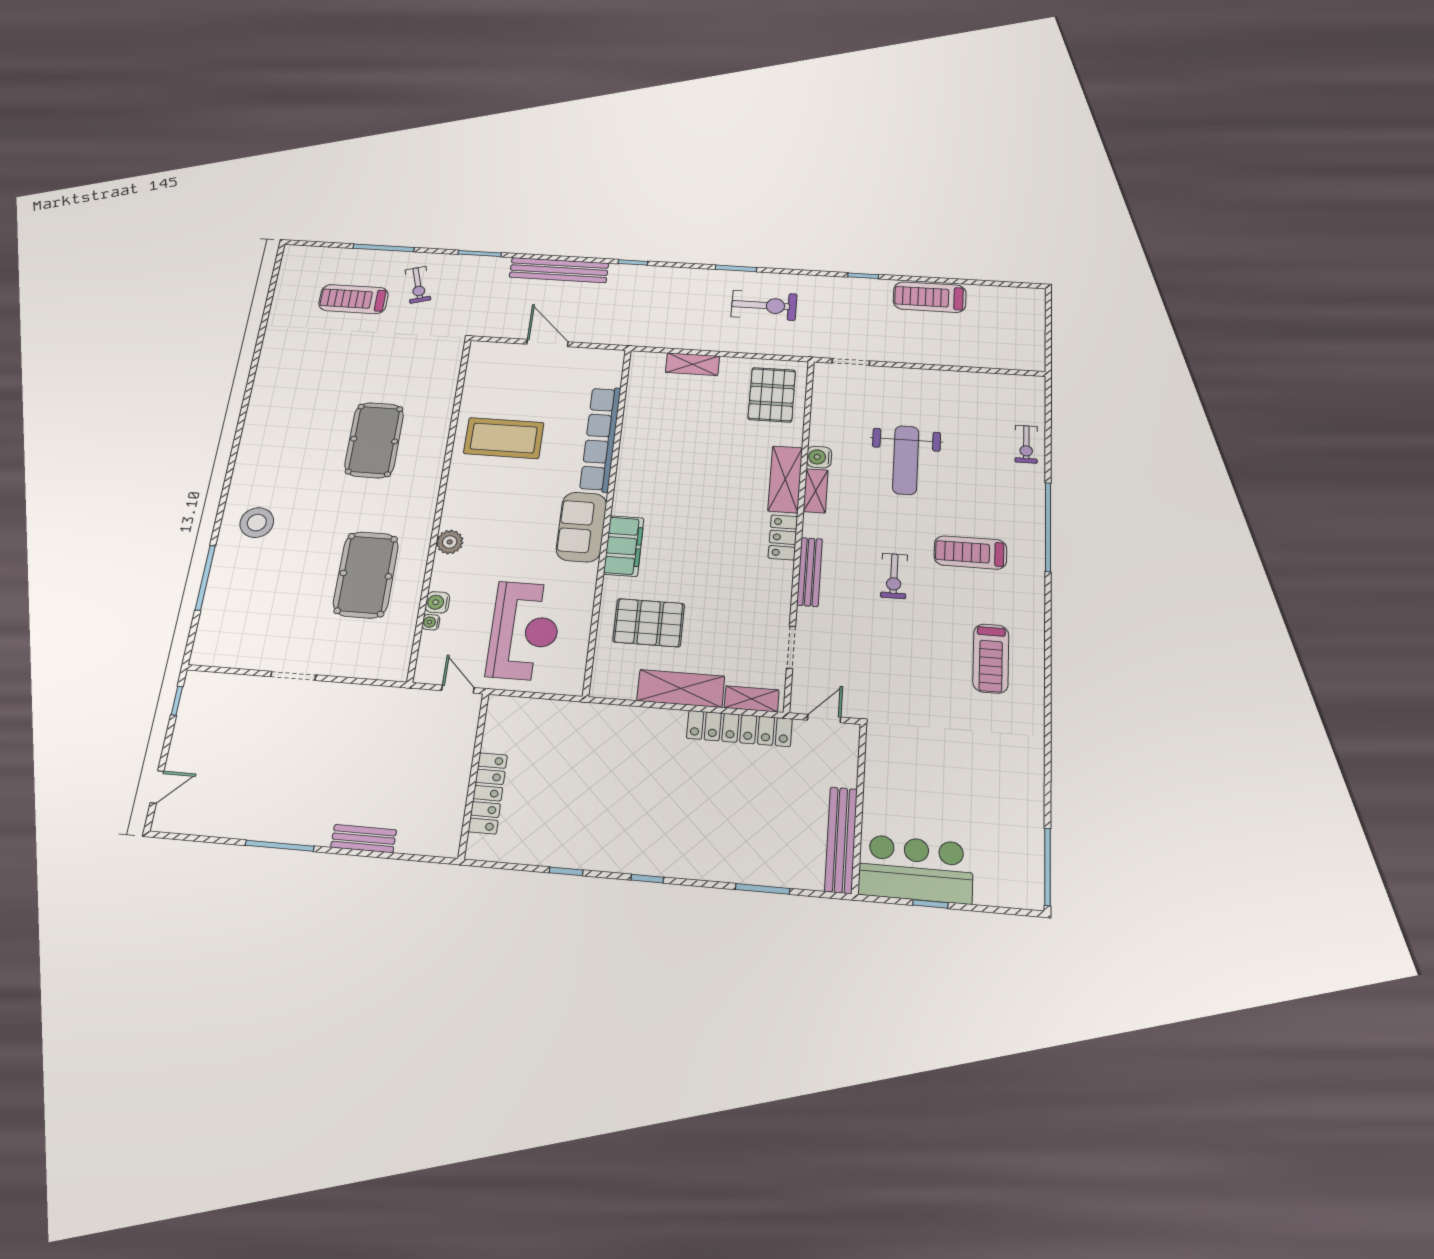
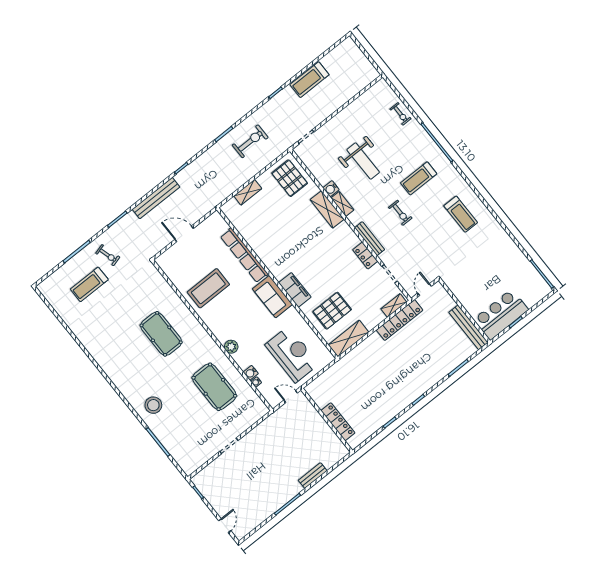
locker: (783, 537) -> (365, 256), moved
shelving: (681, 688) -> (349, 338), moved

